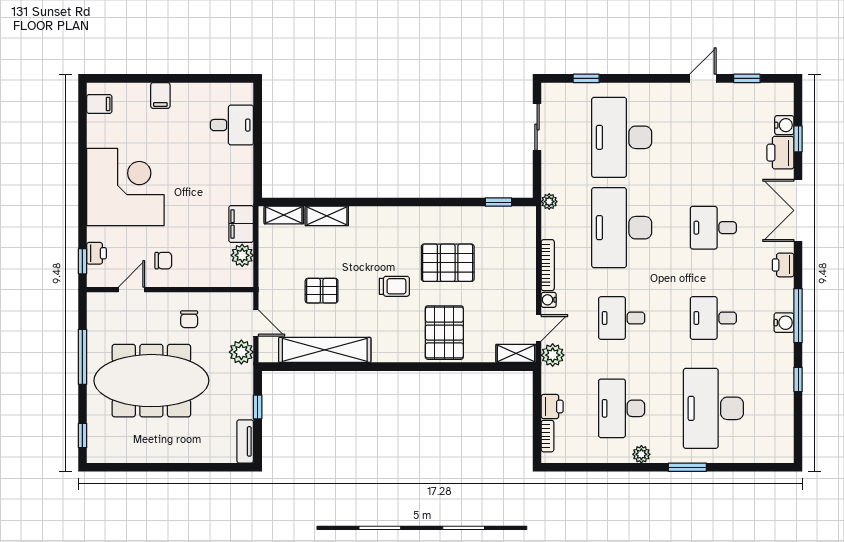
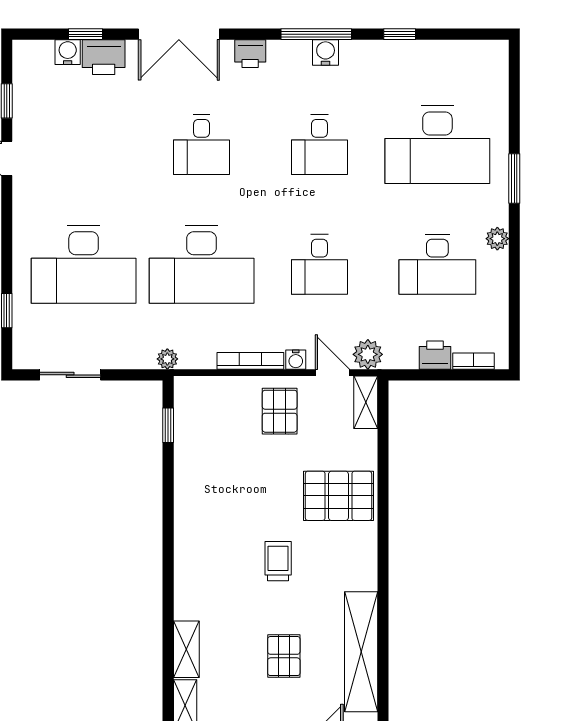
pallet: (448, 263) -> (280, 411), moved, width x0.67, depth x0.71

